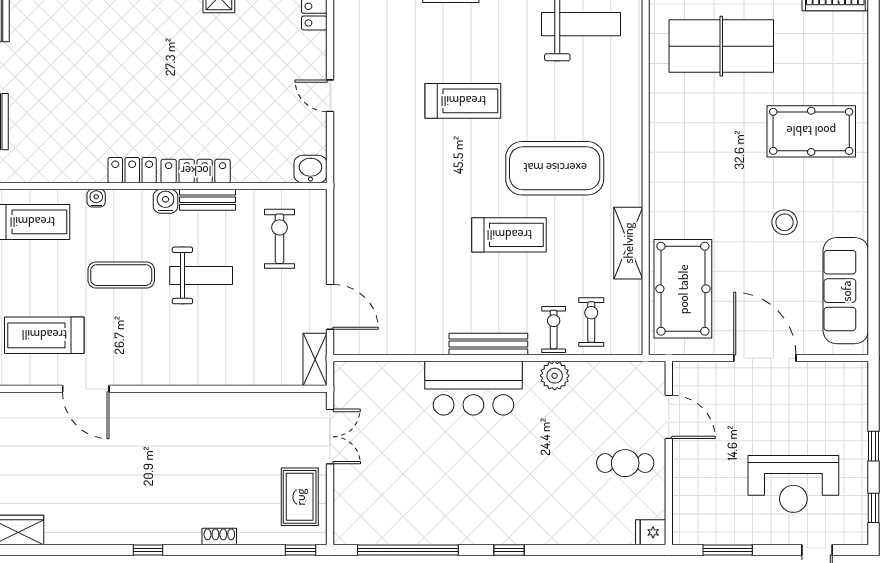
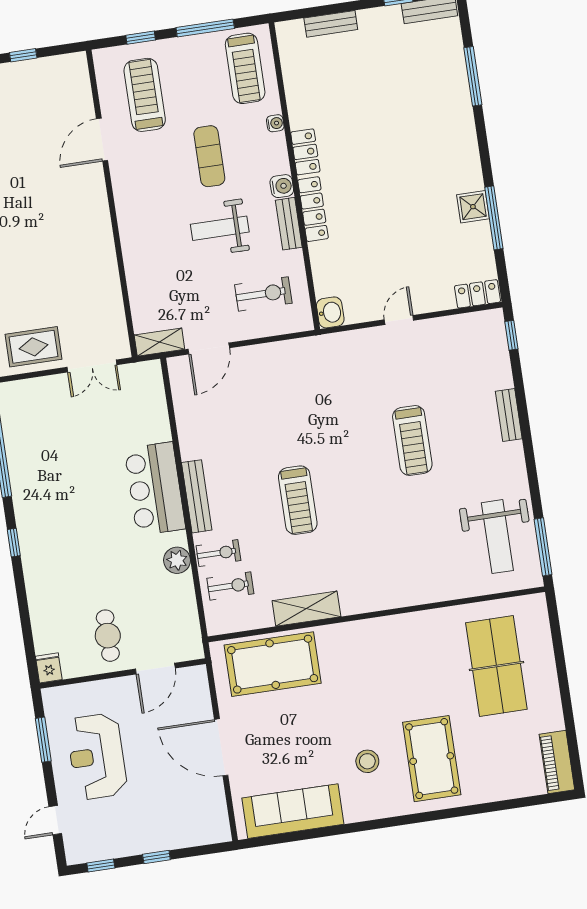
exercise mat: (555, 168) -> (364, 532), removed
stool: (785, 222) -> (367, 761), moved
weight bench: (201, 275) -> (220, 228), turned 90
door: (765, 358) -> (221, 747), swing flipped
reception desk: (793, 484) -> (97, 756), moved

